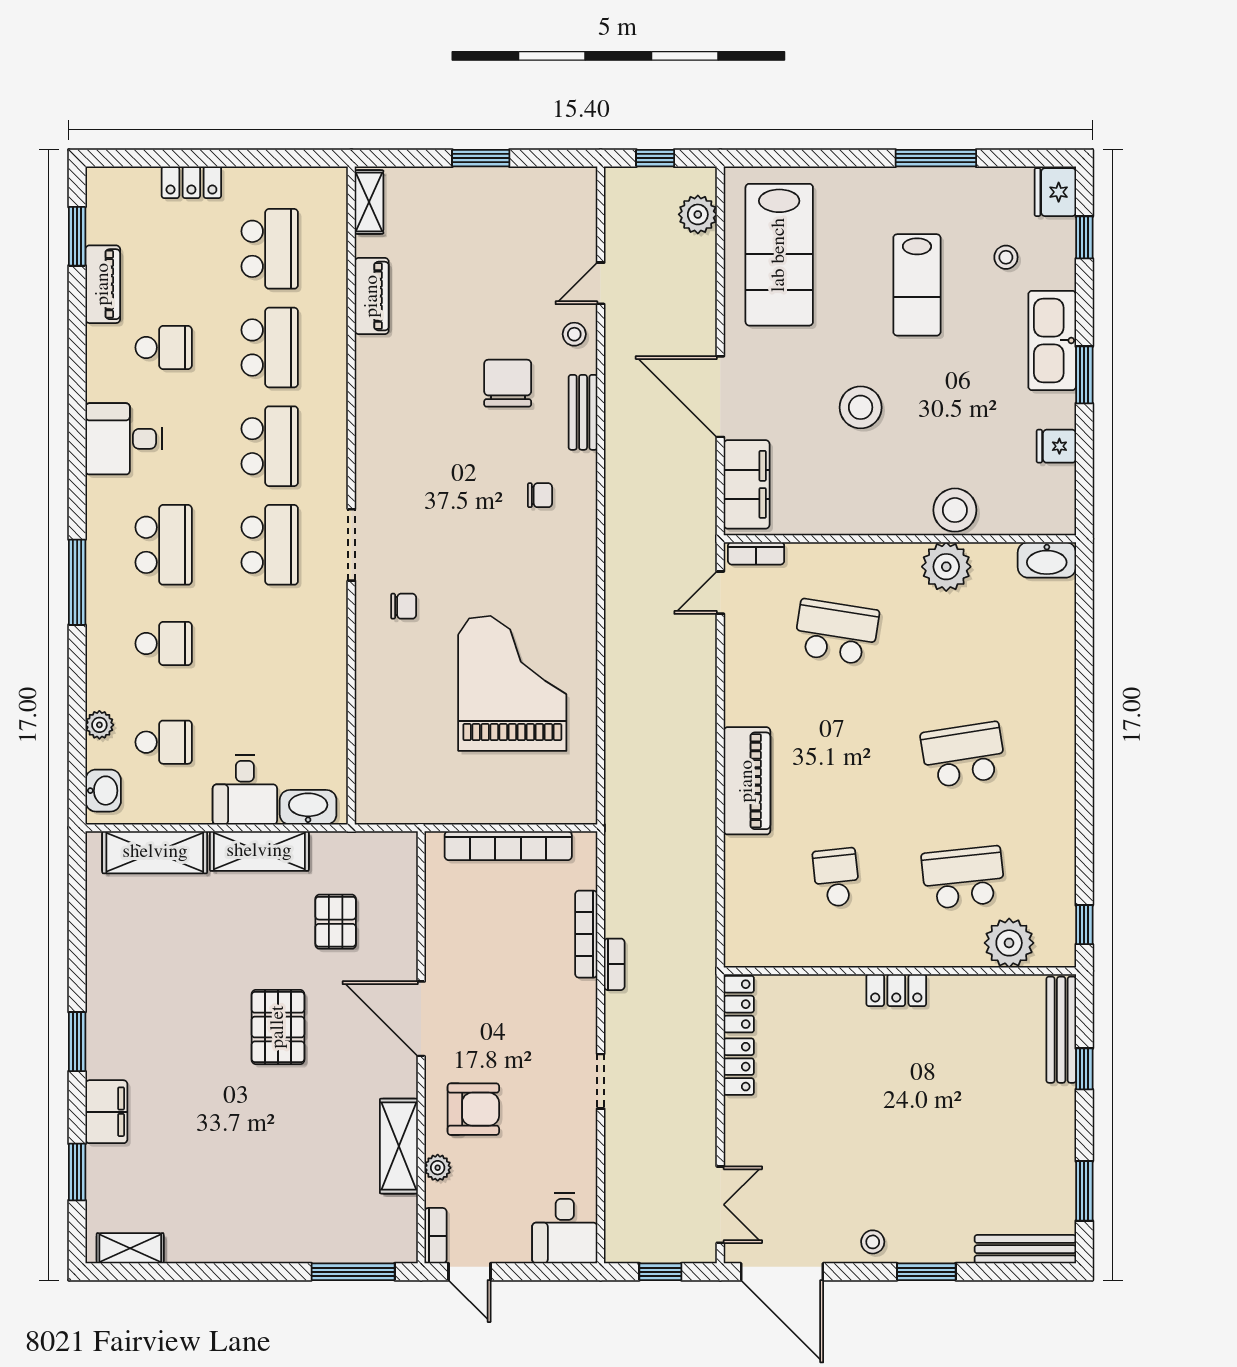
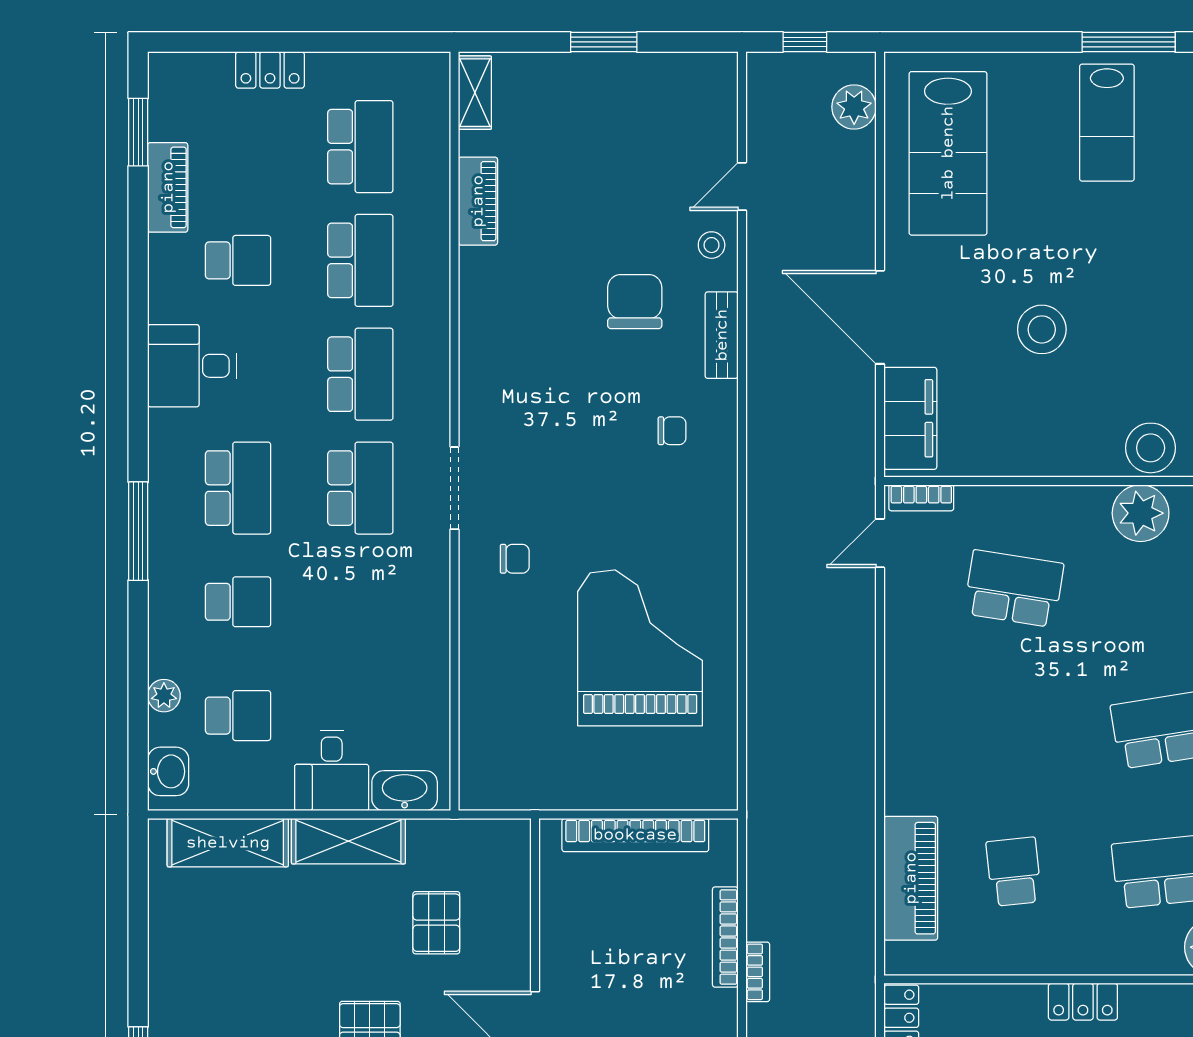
lab bench: (917, 285) -> (1107, 123), moved
piano: (747, 781) -> (911, 878), moved

